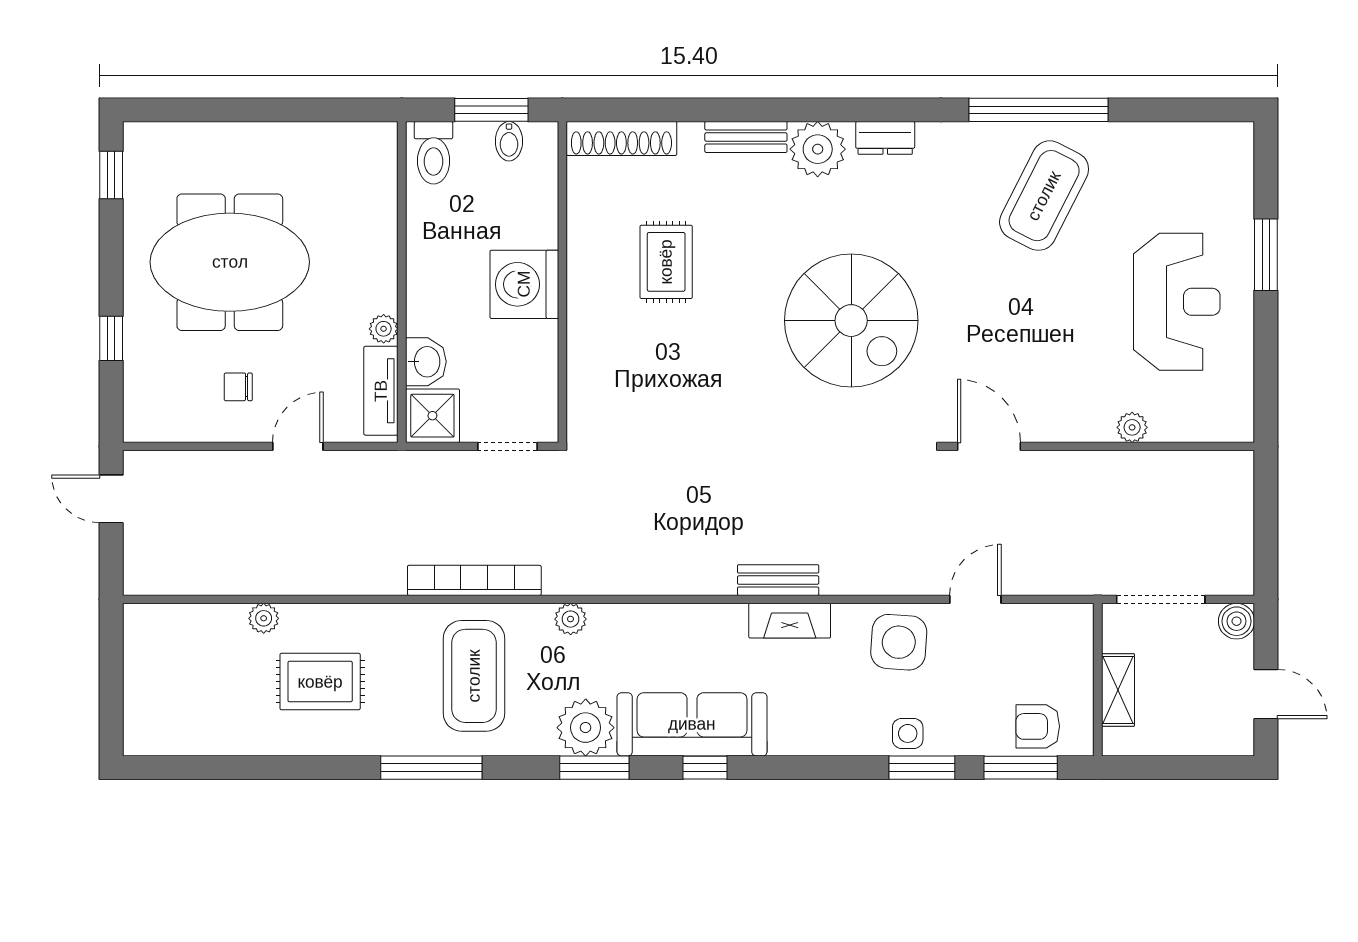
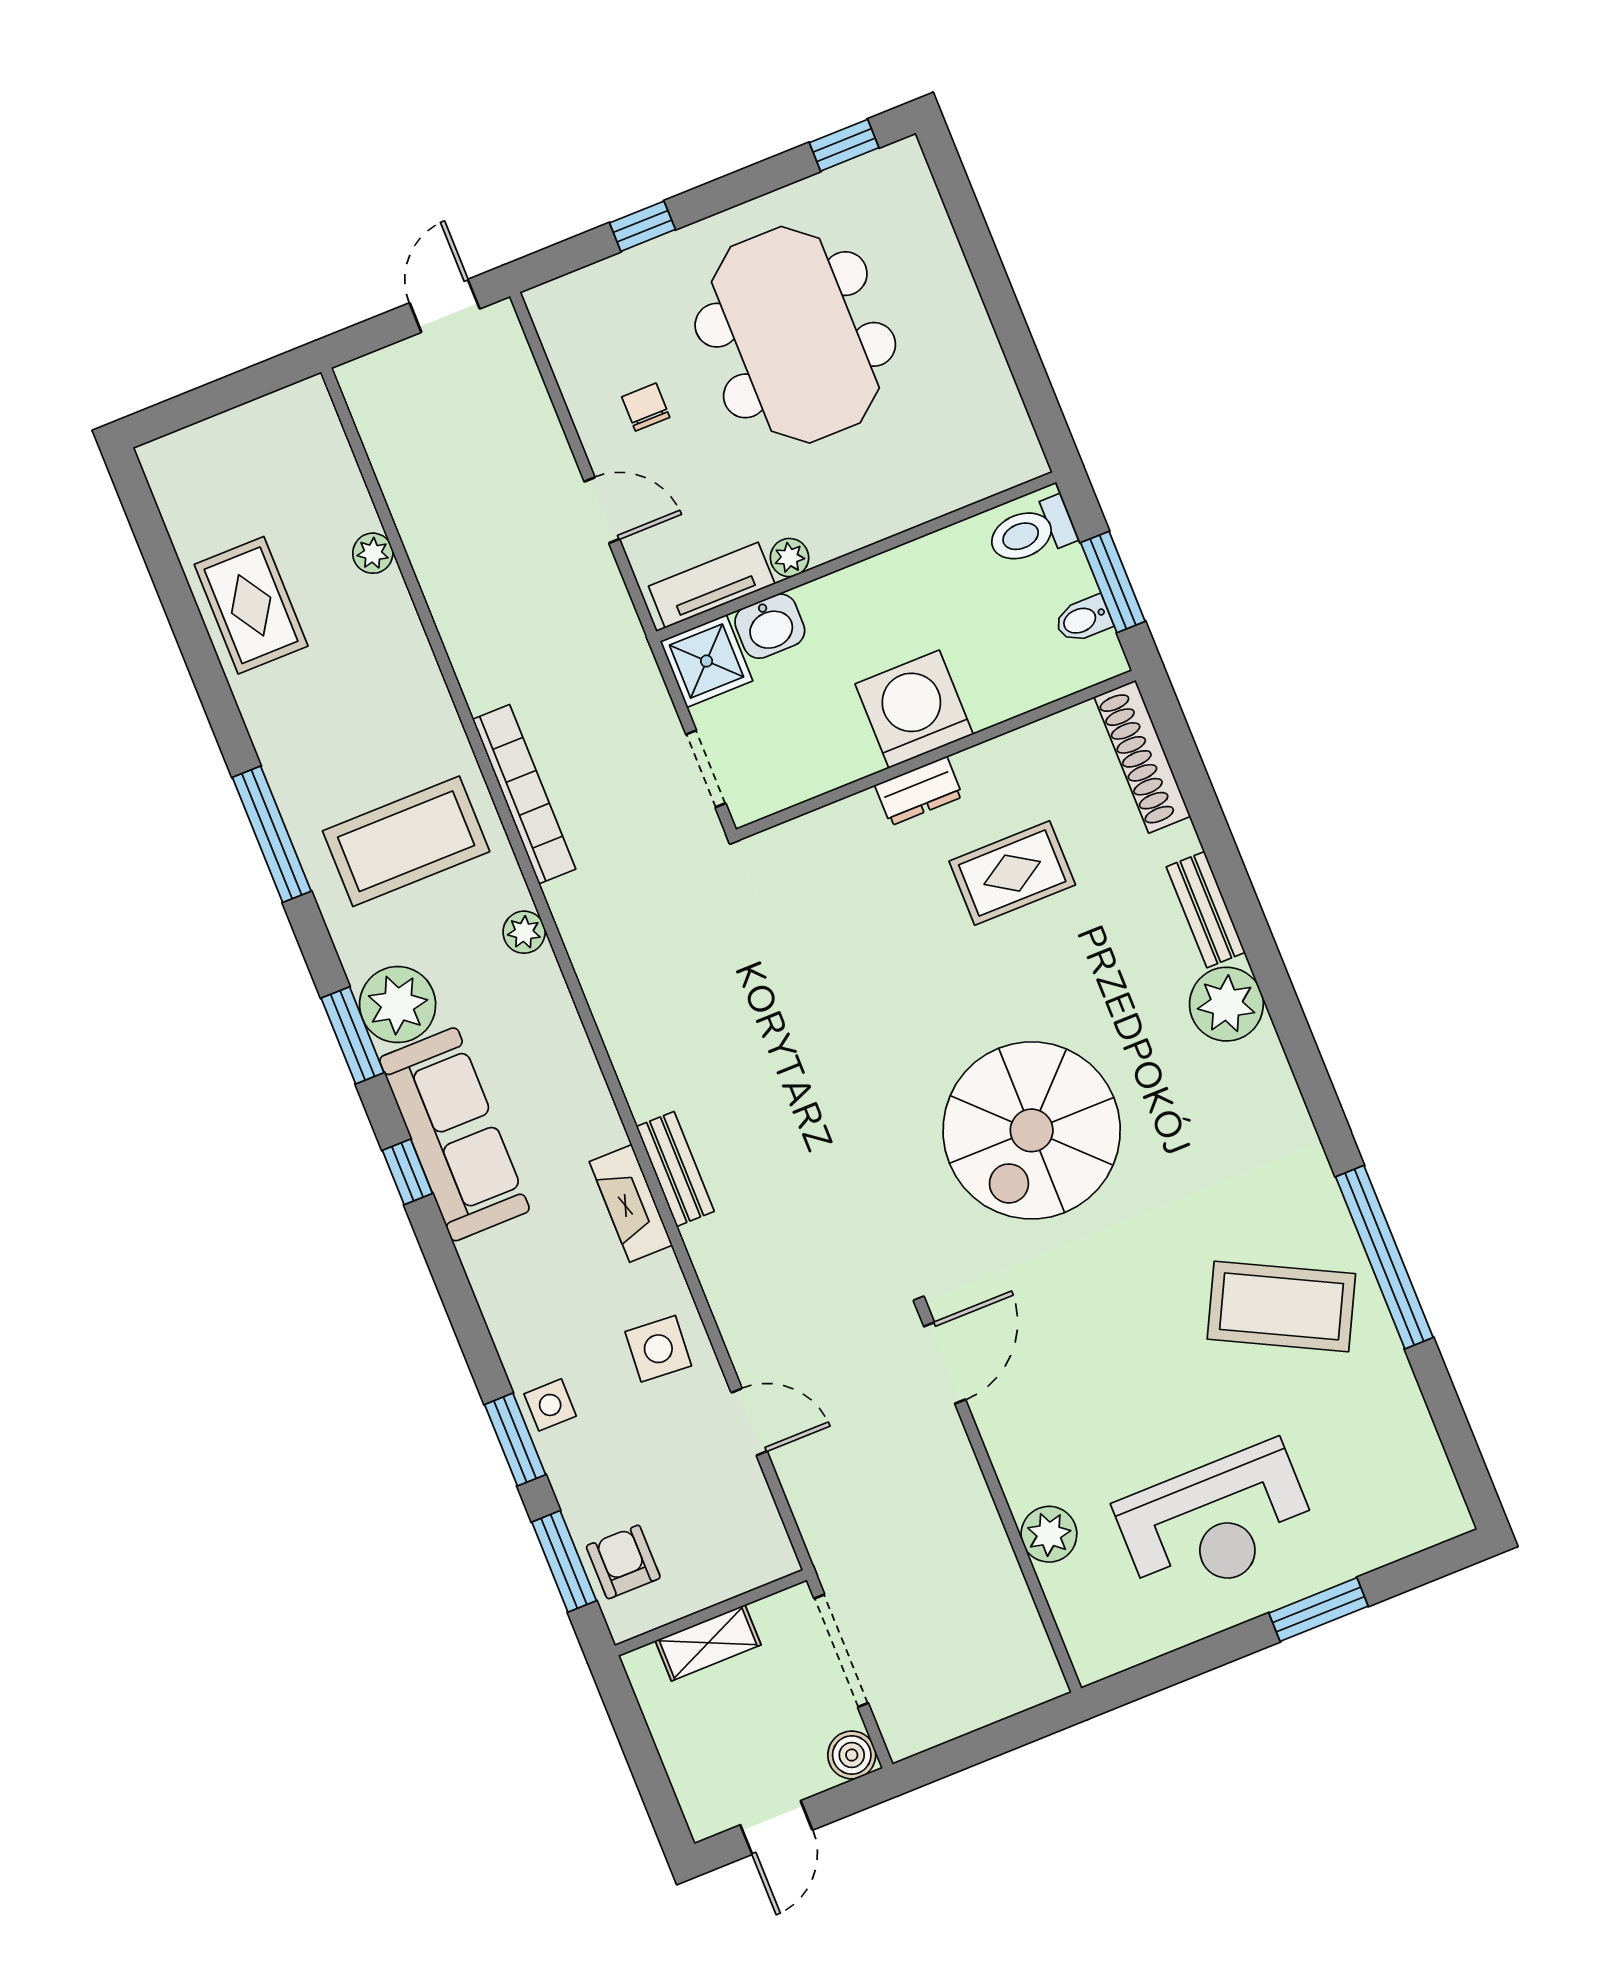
dresser: (885, 138) -> (919, 791), moved, turned -90
plant: (1132, 427) -> (1049, 1534), width x1.38, depth x1.38
side table: (899, 642) -> (658, 1349), width x0.73, depth x0.73
rug: (320, 682) -> (251, 605), moved

